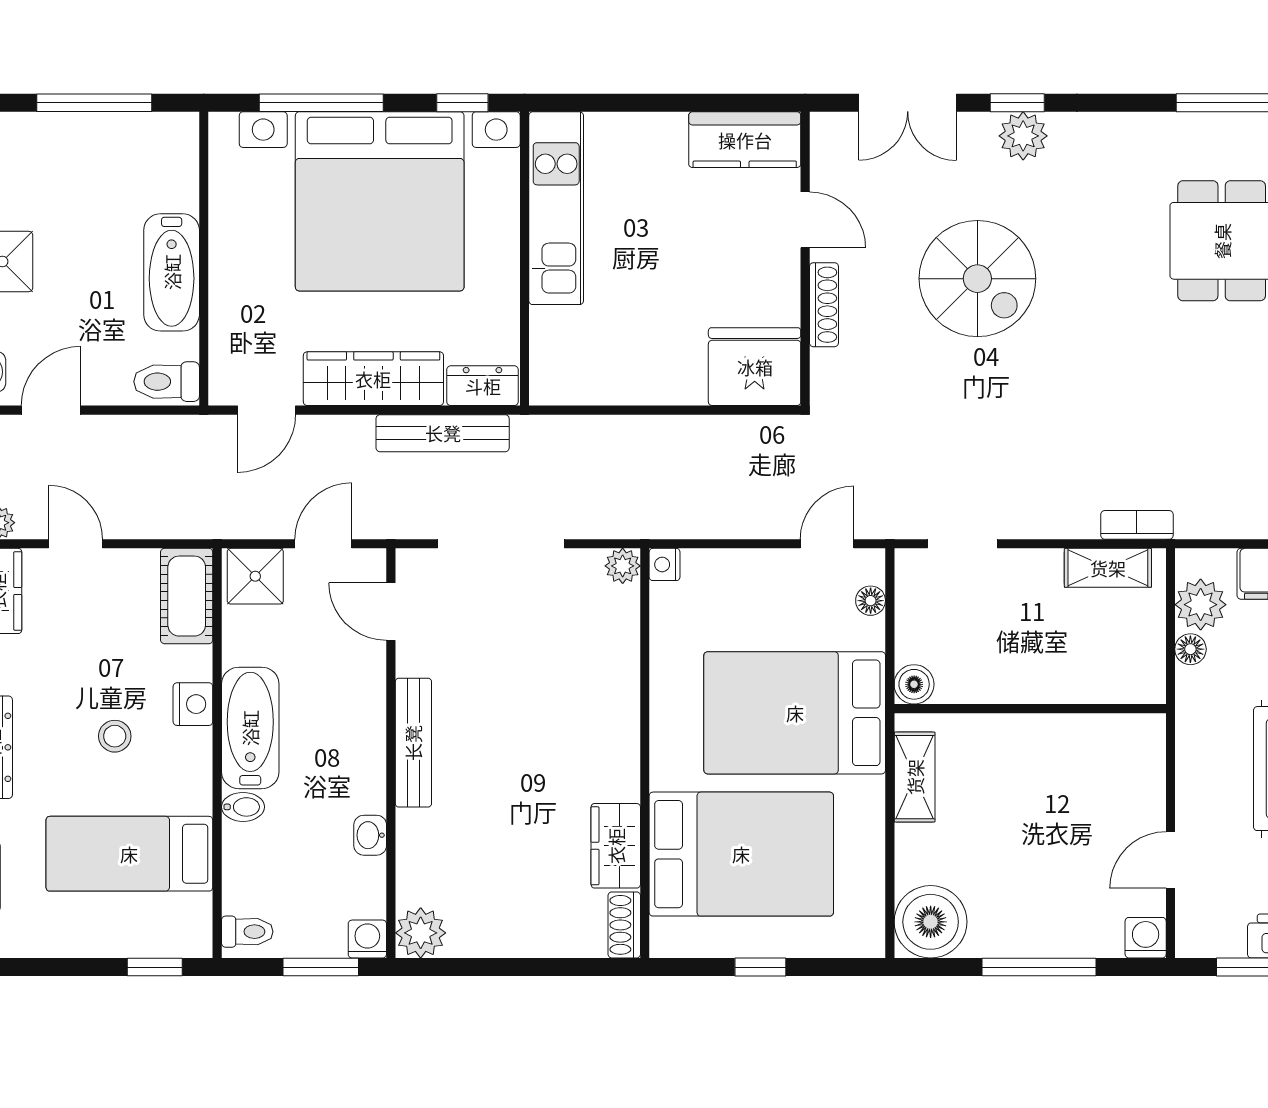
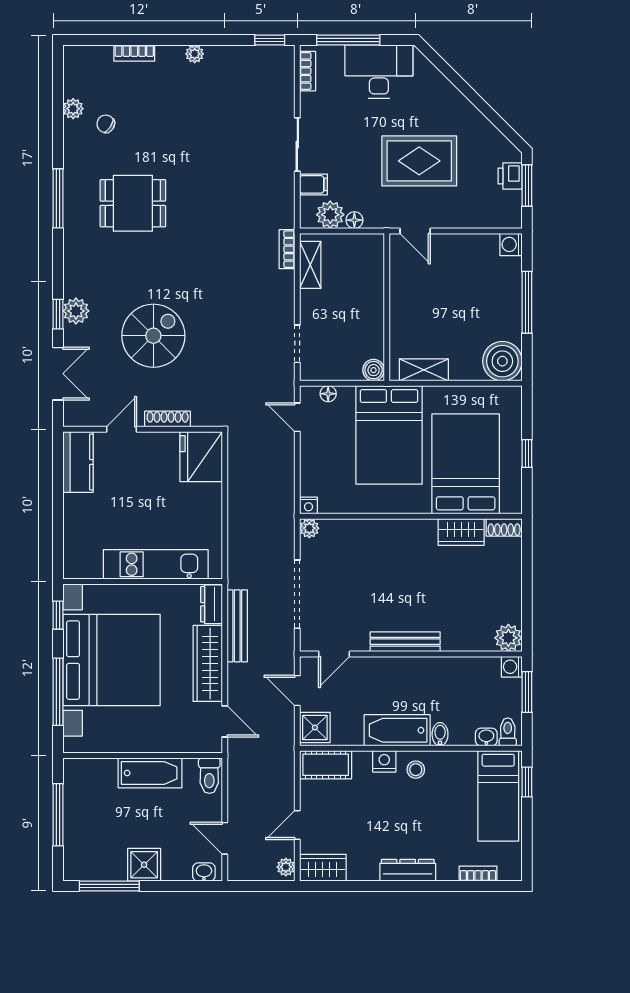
kitchen unit: (556, 208) -> (156, 564), moved
stool: (115, 736) -> (416, 770), moved
washbasin: (370, 835) -> (486, 737), moved, turned 180
bed: (129, 854) -> (498, 796), moved
door: (1170, 860) -> (415, 231), moved

